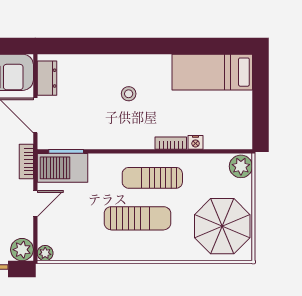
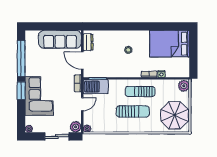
bed: (212, 72) -> (170, 44), width x1.50

